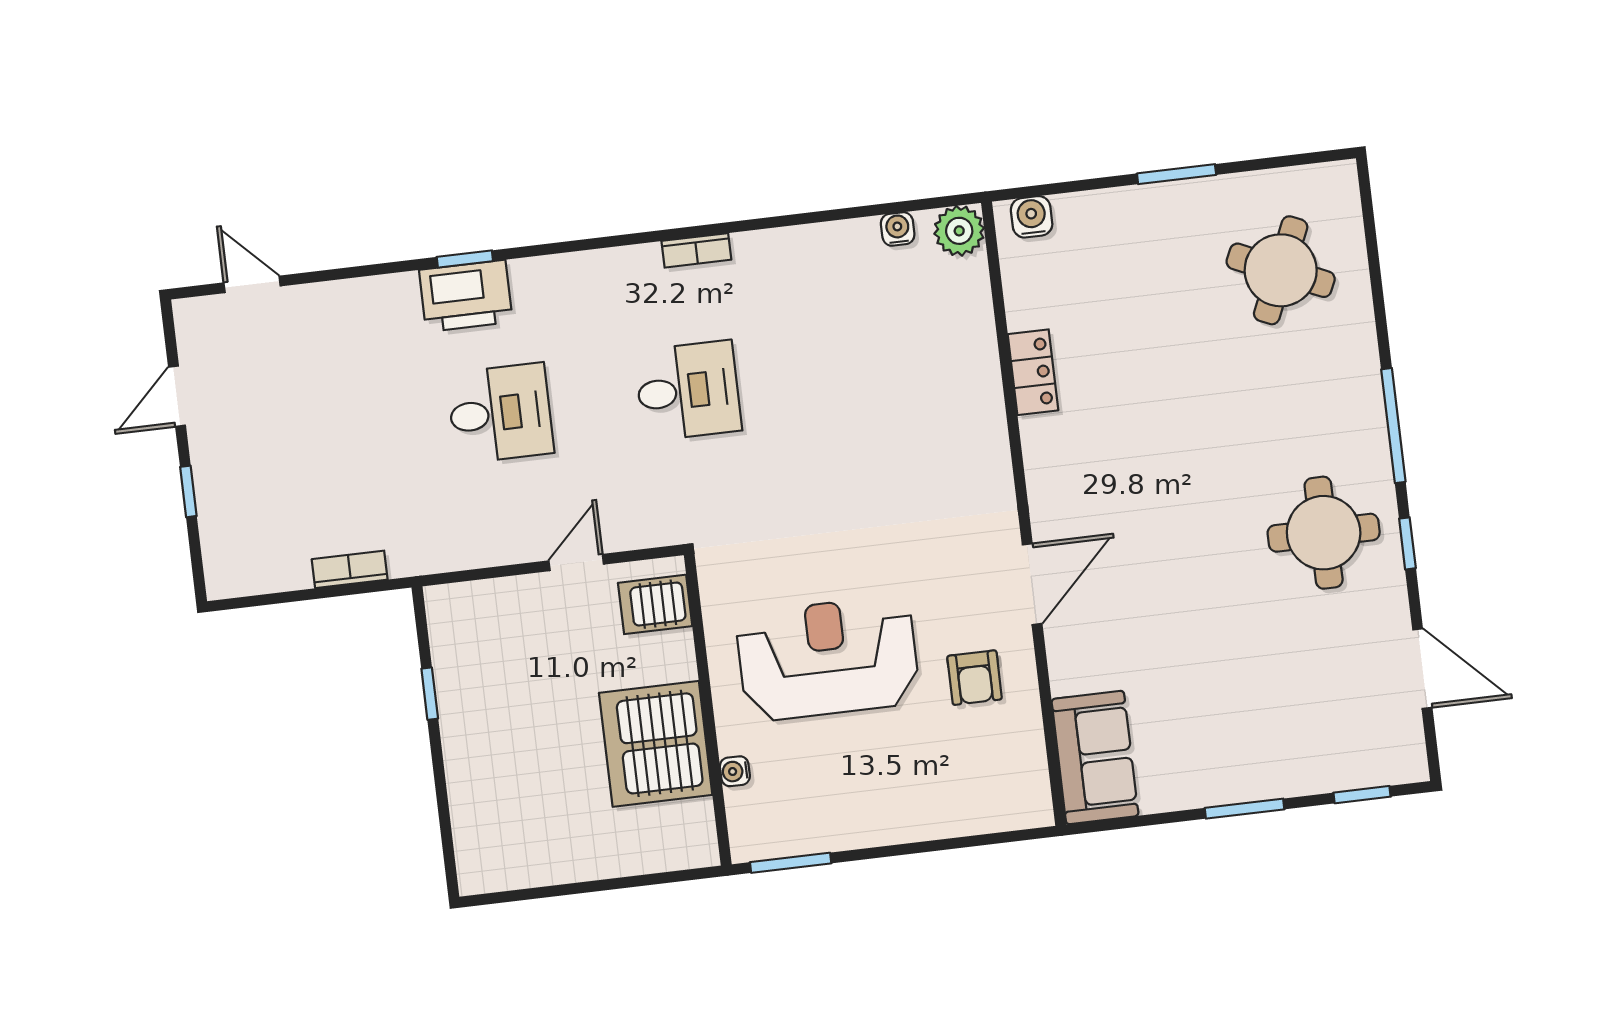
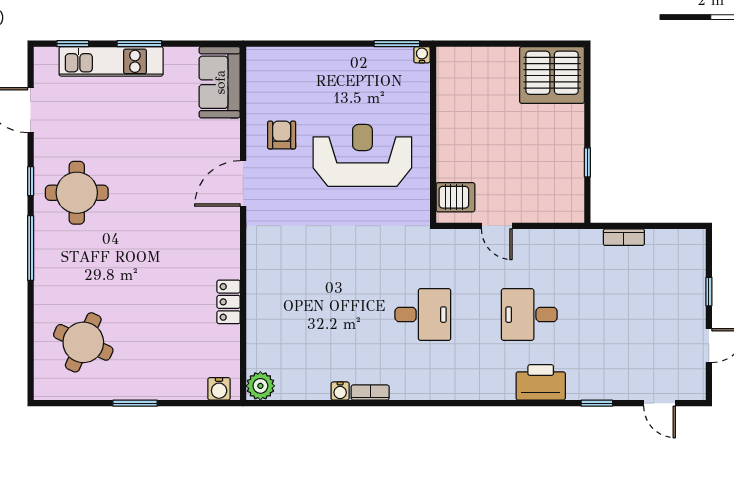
water cooler: (898, 229) -> (340, 391), moved
bookcase: (696, 250) -> (370, 392), moved
window: (465, 259) -> (597, 403), moved
desk: (688, 391) -> (423, 315), turned 180
door: (576, 563) -> (497, 226), hinge flipped
reception desk: (828, 658) -> (362, 155), turned 180
server rack: (656, 744) -> (552, 75), moved, turned 90
water cooler: (735, 771) -> (422, 55), moved, turned -90
kitchen unit: (1291, 772) -> (111, 61), added

